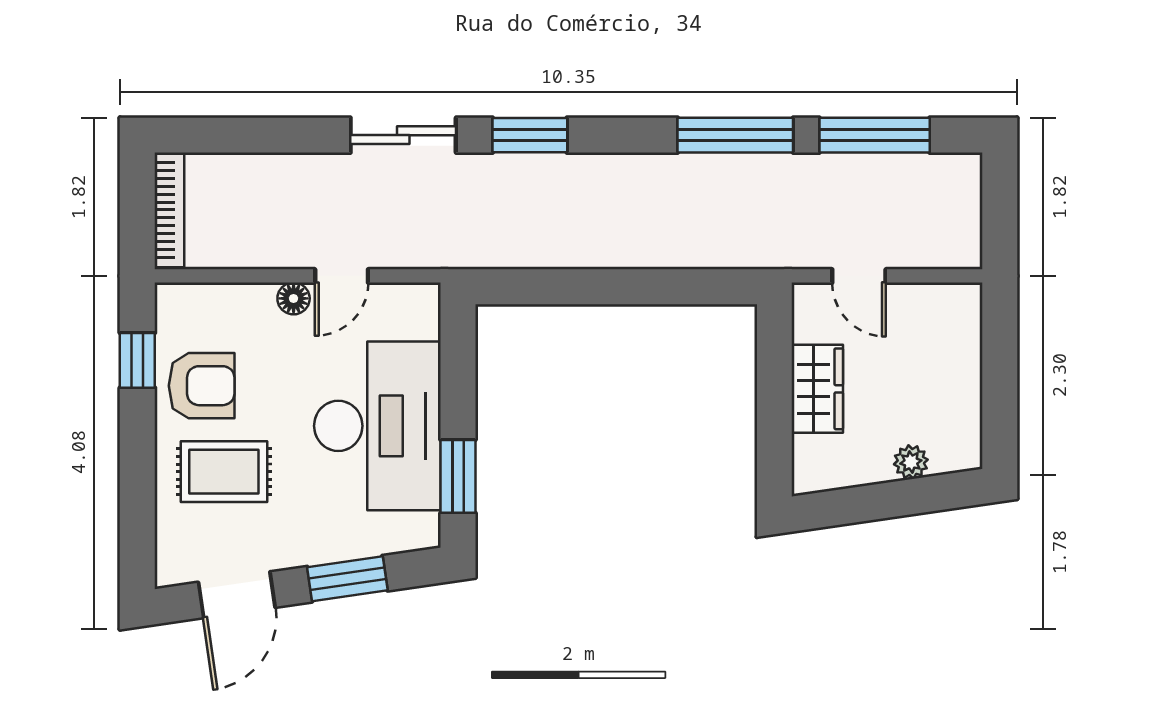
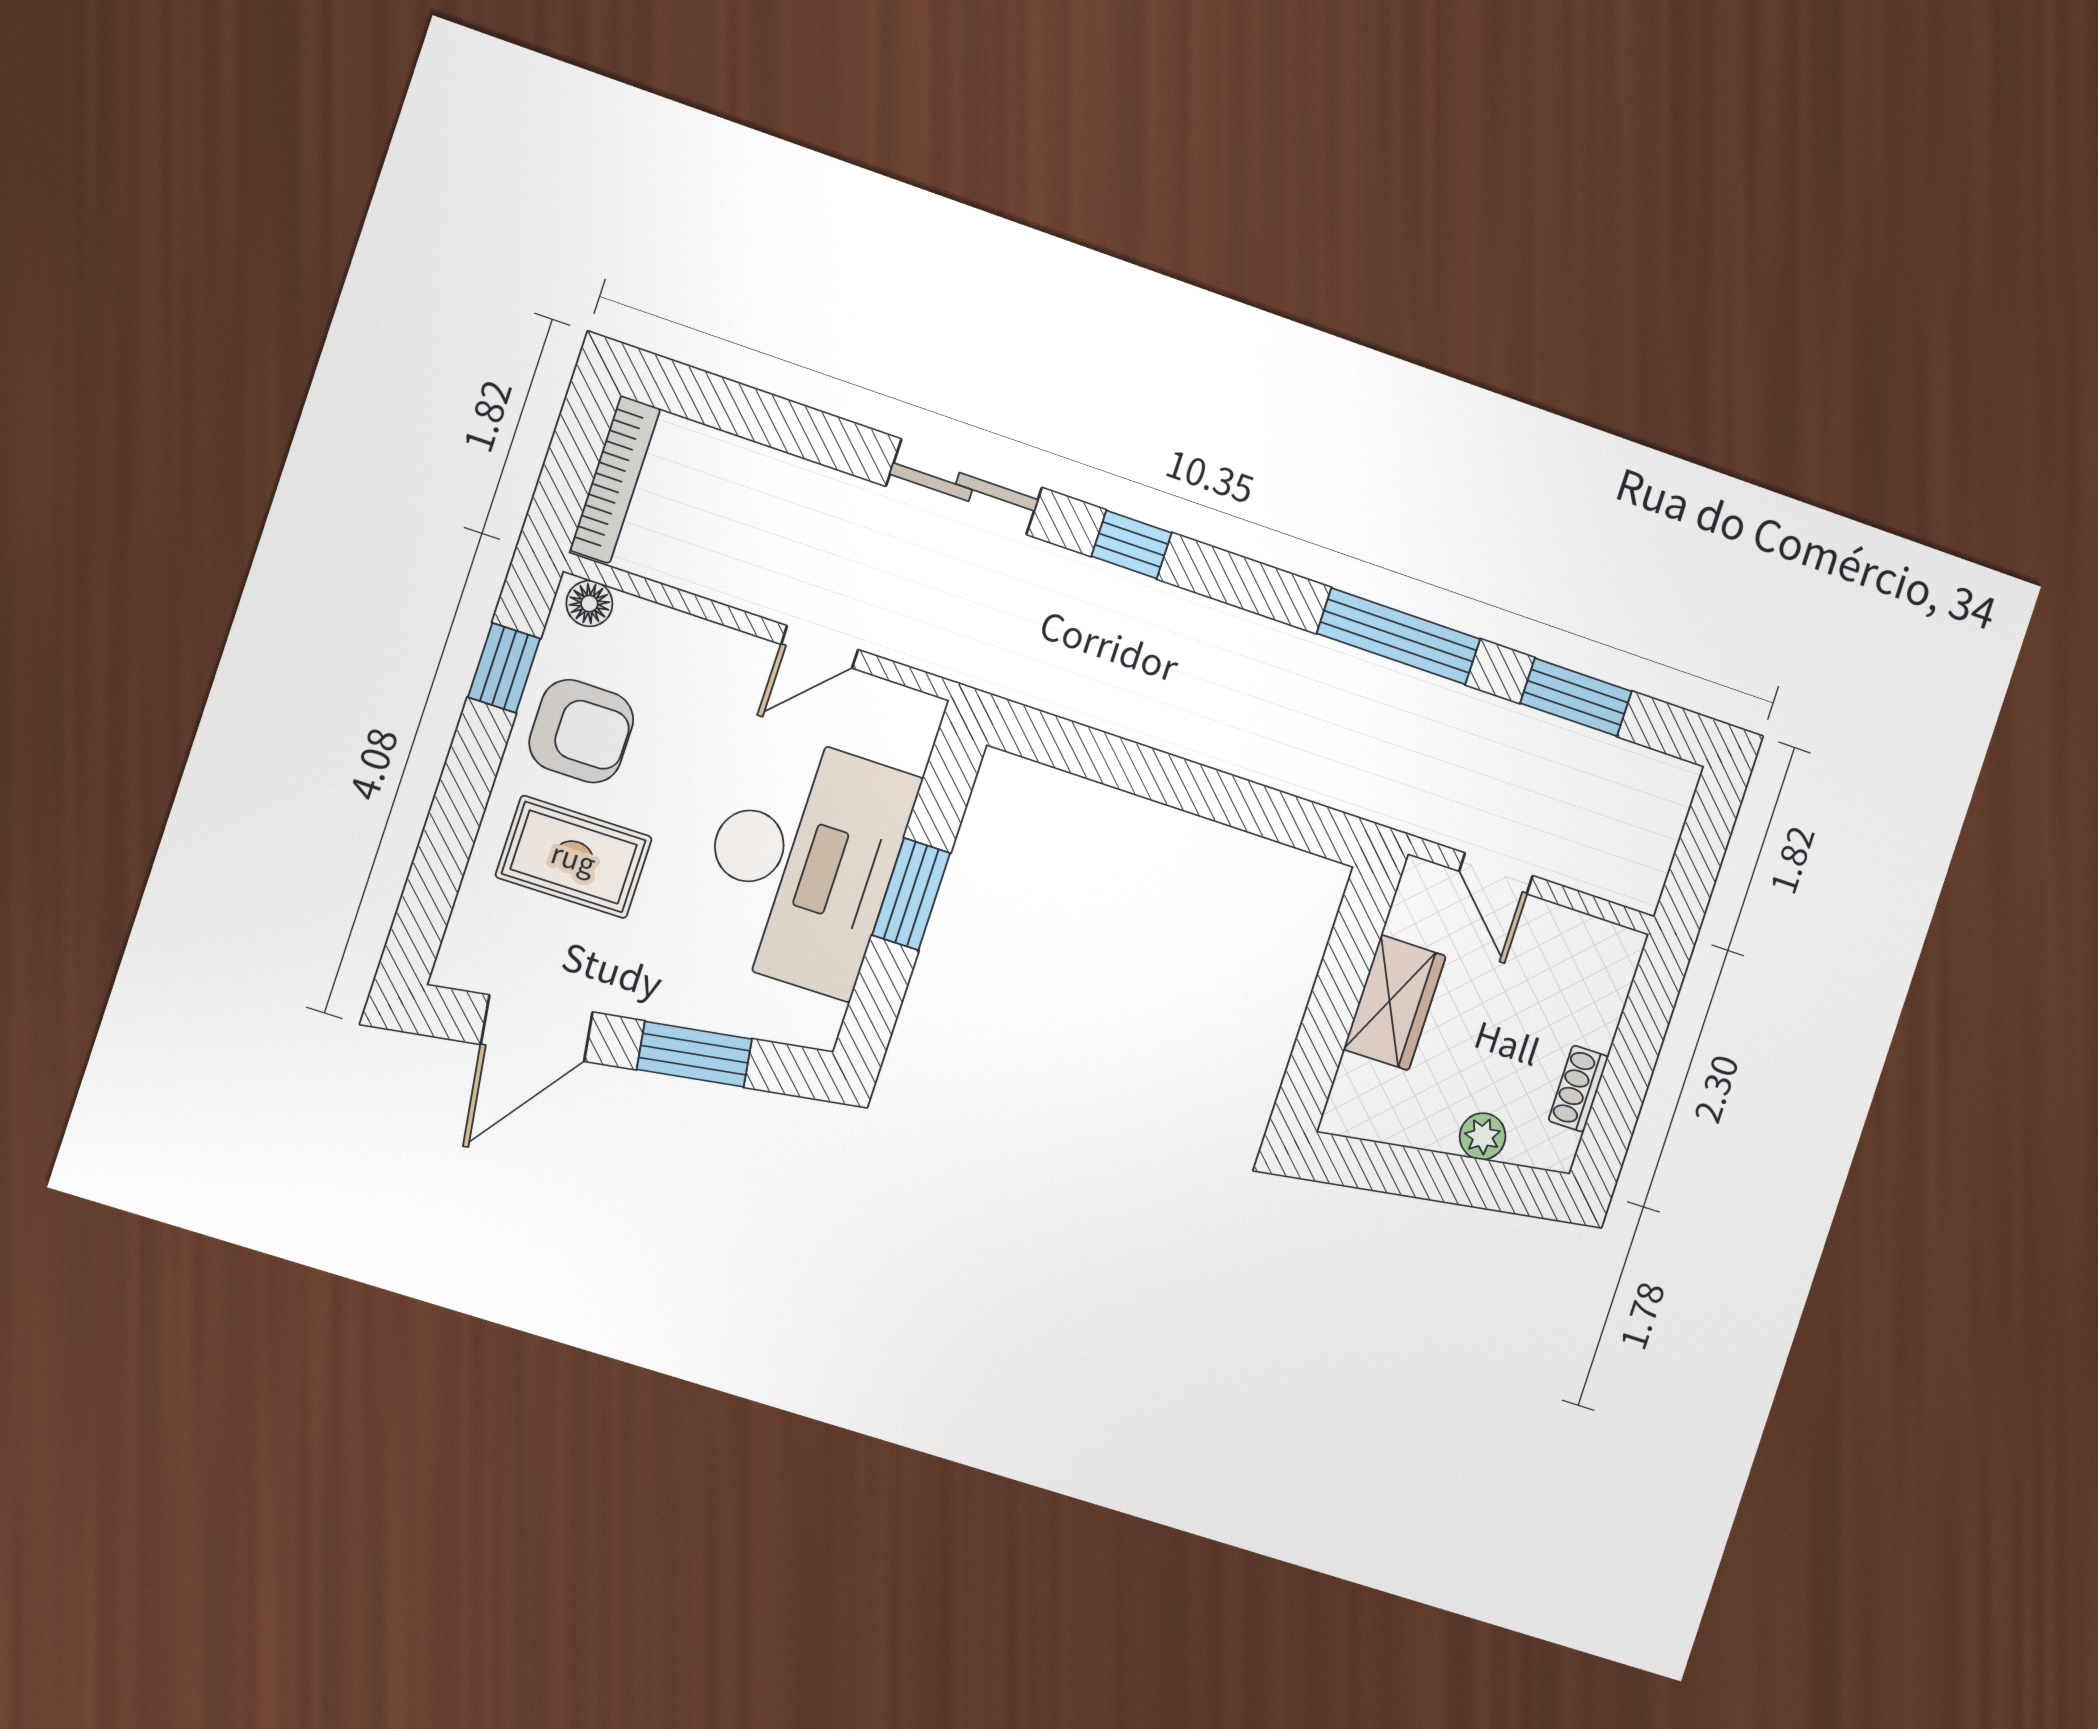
window: (530, 135) -> (1132, 544), width x0.67
window: (875, 135) -> (1576, 697), width x0.69
floor lamp: (294, 298) -> (589, 604), moved
shoe rack: (968, 407) -> (1578, 1089), added
window: (458, 476) -> (911, 894), moved

